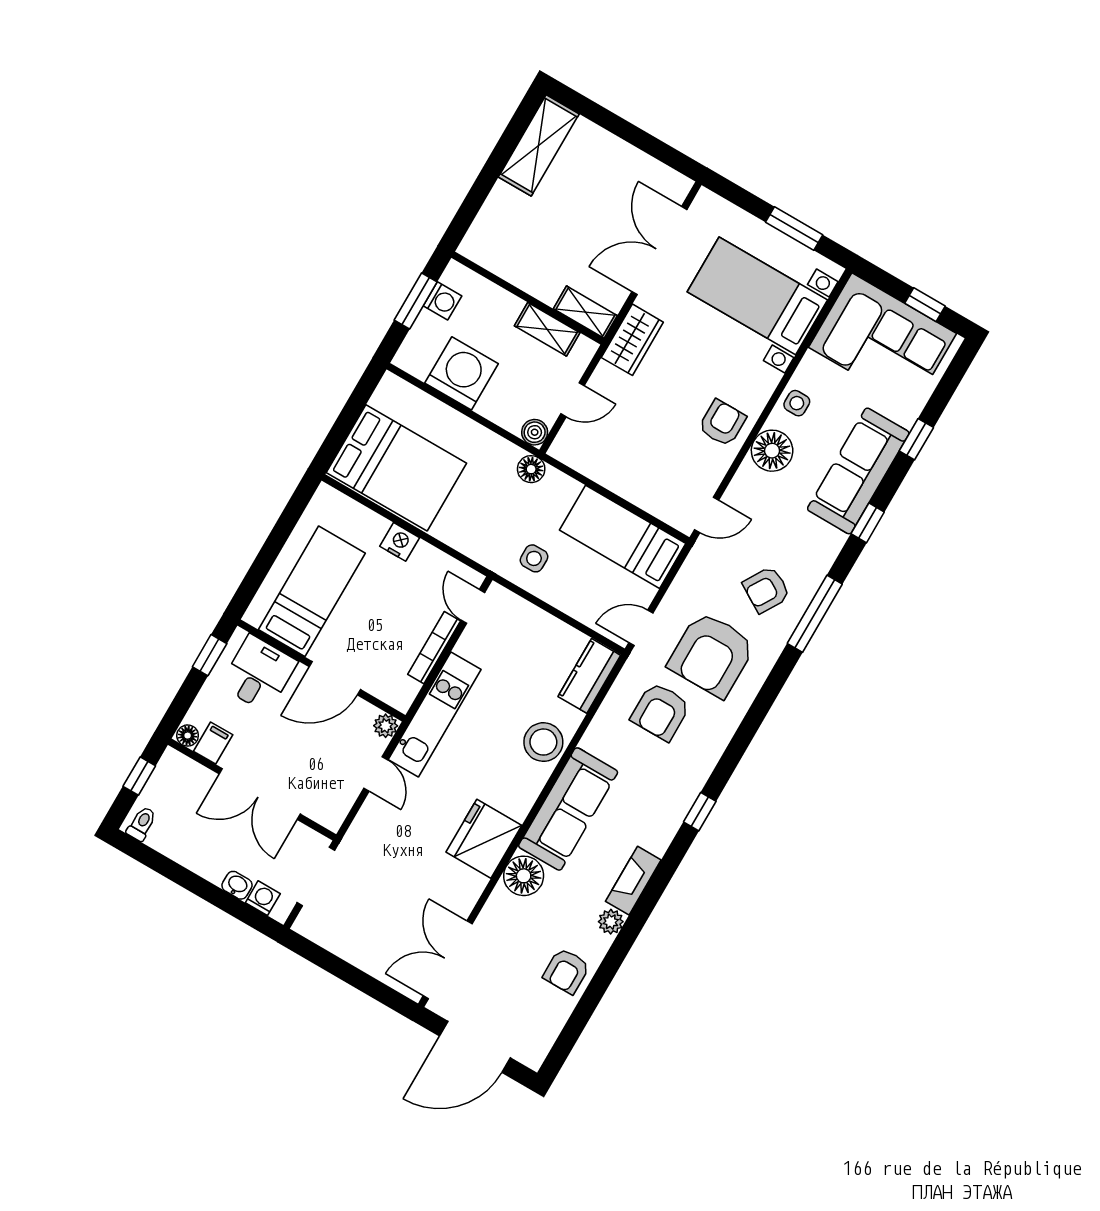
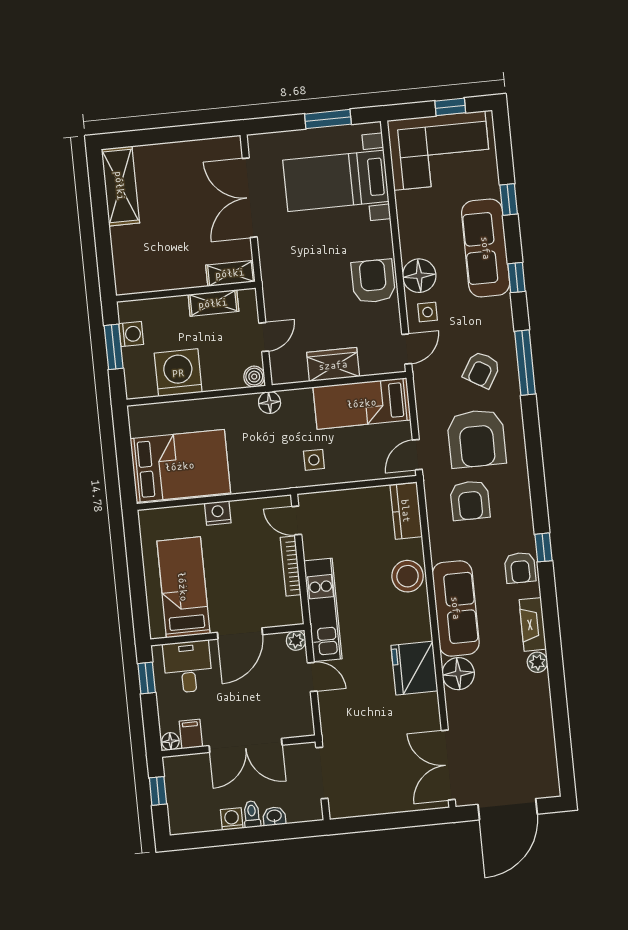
wardrobe: (632, 340) -> (333, 365), moved, turned -90
side table: (797, 403) -> (428, 312), moved
armchair: (722, 423) -> (373, 281), width x1.38, depth x1.38
toilet: (142, 824) -> (252, 814), moved
washing machine: (263, 898) -> (232, 819), moved
armchair: (566, 971) -> (520, 568), moved

